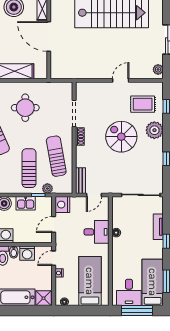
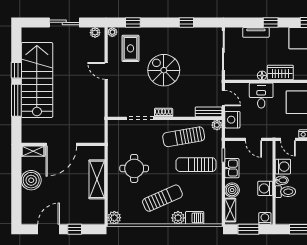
plant: (154, 130) -> (112, 32), moved, width x0.53, depth x0.53
spiral stairs: (121, 137) -> (164, 70), turned 90
plant: (47, 189) -> (217, 125), moved
nightstand: (62, 205) -> (232, 120), moved, turned 90
wardrobe: (119, 251) -> (280, 72), added

